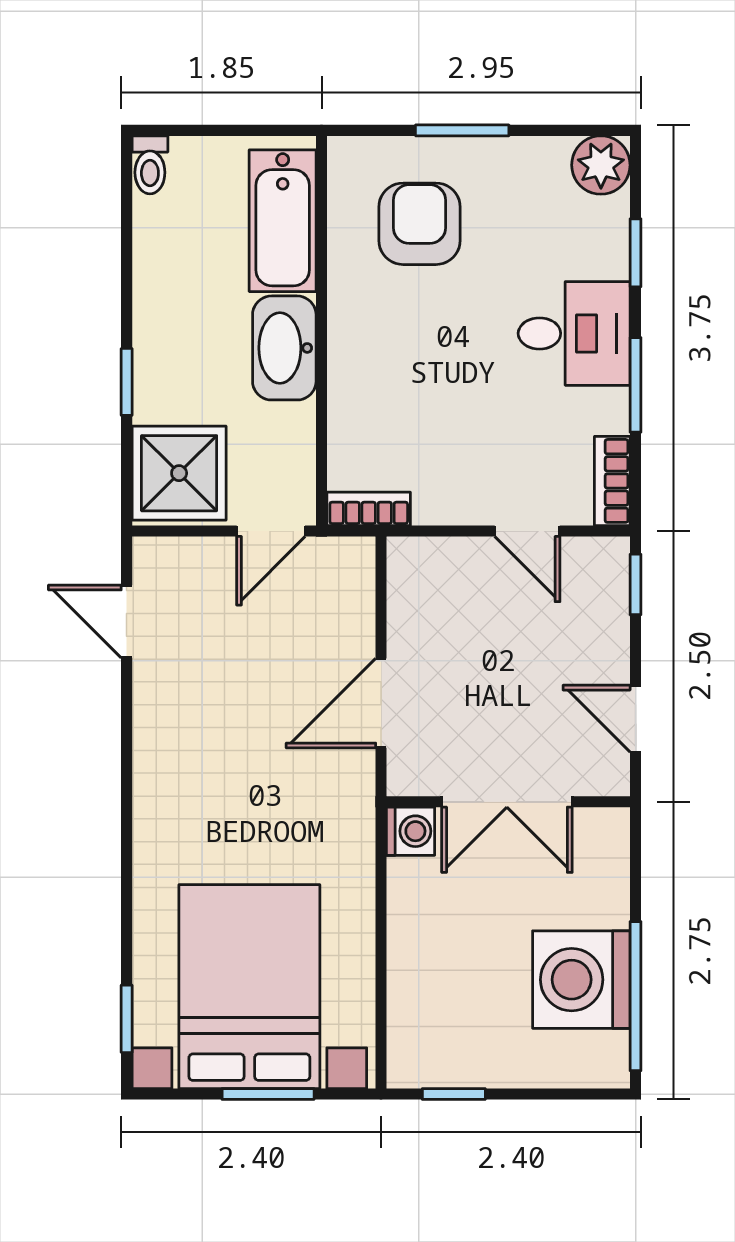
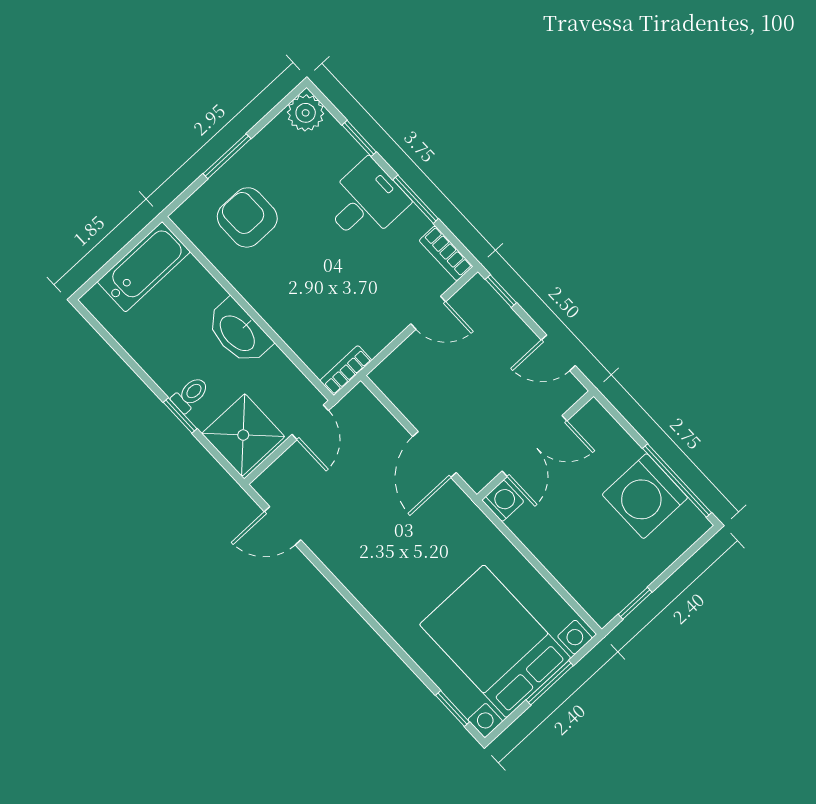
toilet: (150, 165) -> (190, 394), moved, turned -90
bathtub: (283, 221) -> (144, 267), moved, turned -90

